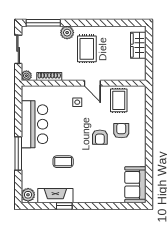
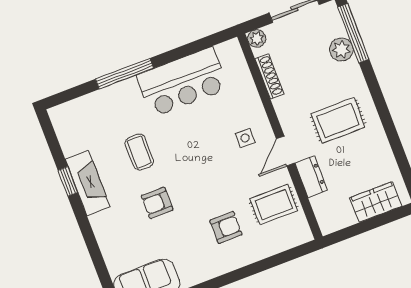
plant: (67, 33) -> (341, 50), moved
dresser: (111, 75) -> (311, 177), added
armchair: (100, 137) -> (157, 203), moved
plant: (28, 195) -> (63, 115), removed
fireplace: (55, 196) -> (88, 183), moved

